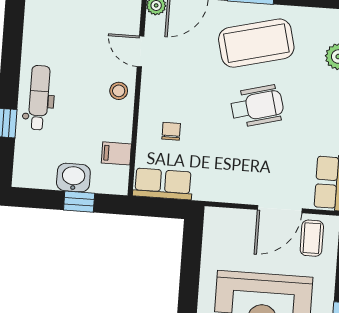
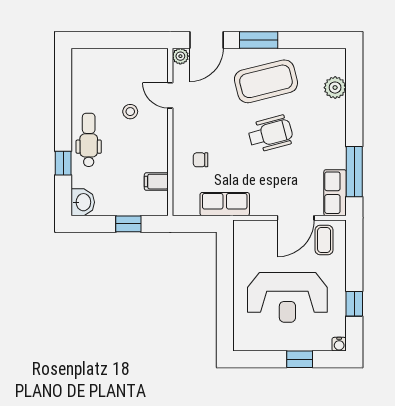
stool: (119, 91) -> (130, 112), moved
chair: (171, 131) -> (201, 160), turned -90
washbasin: (73, 178) -> (83, 202), moved, turned 90
row of seats: (163, 184) -> (225, 204), moved

